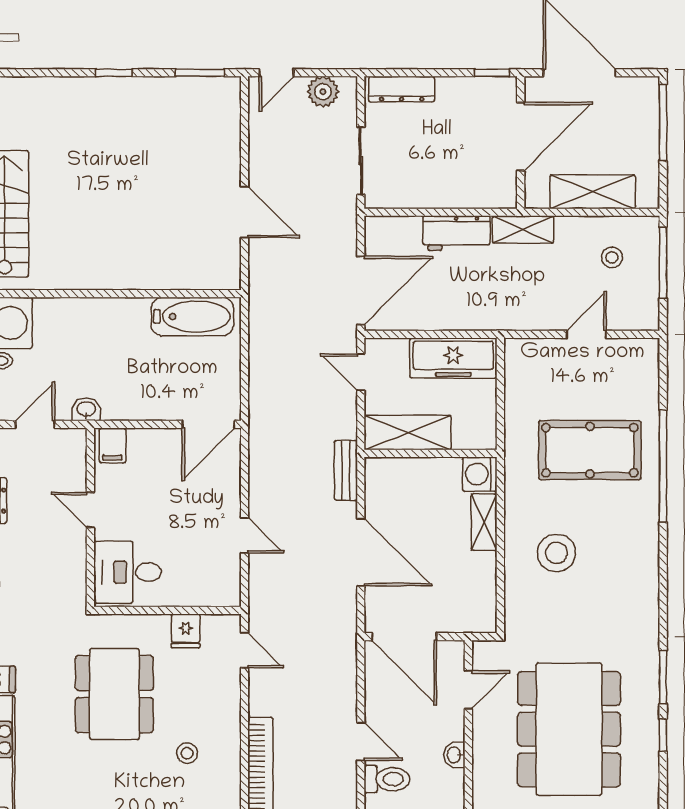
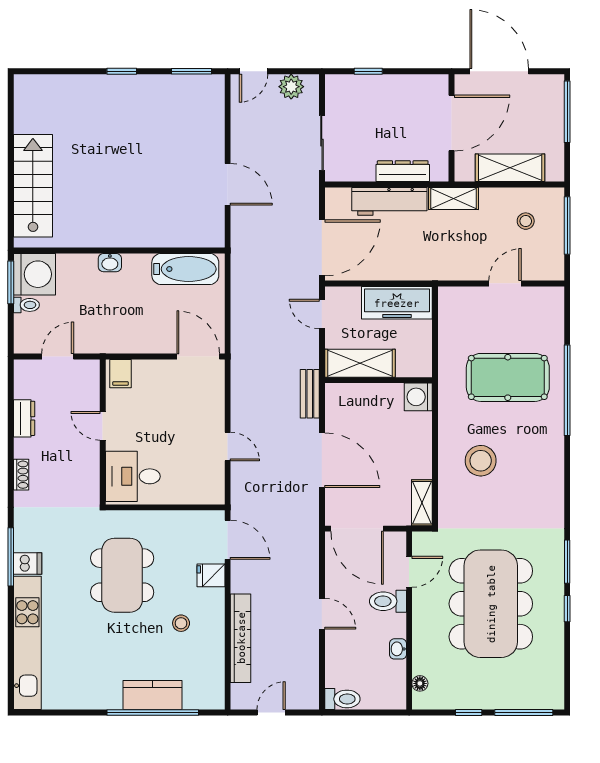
window: (492, 73) -> (368, 71), moved
dresser: (402, 89) -> (403, 171), moved, turned 180
workbench: (456, 233) -> (389, 201), width x1.38
washbasin: (86, 409) -> (110, 263), moved, turned 180
door: (208, 424) -> (198, 357), swing flipped
shelving: (484, 522) -> (422, 503), moved
fridge: (186, 631) -> (211, 575), moved, turned 90
door: (245, 650) -> (228, 540), width x1.38
washbasin: (455, 755) -> (398, 649), moved
toilet: (387, 779) -> (388, 601), moved, turned 180

